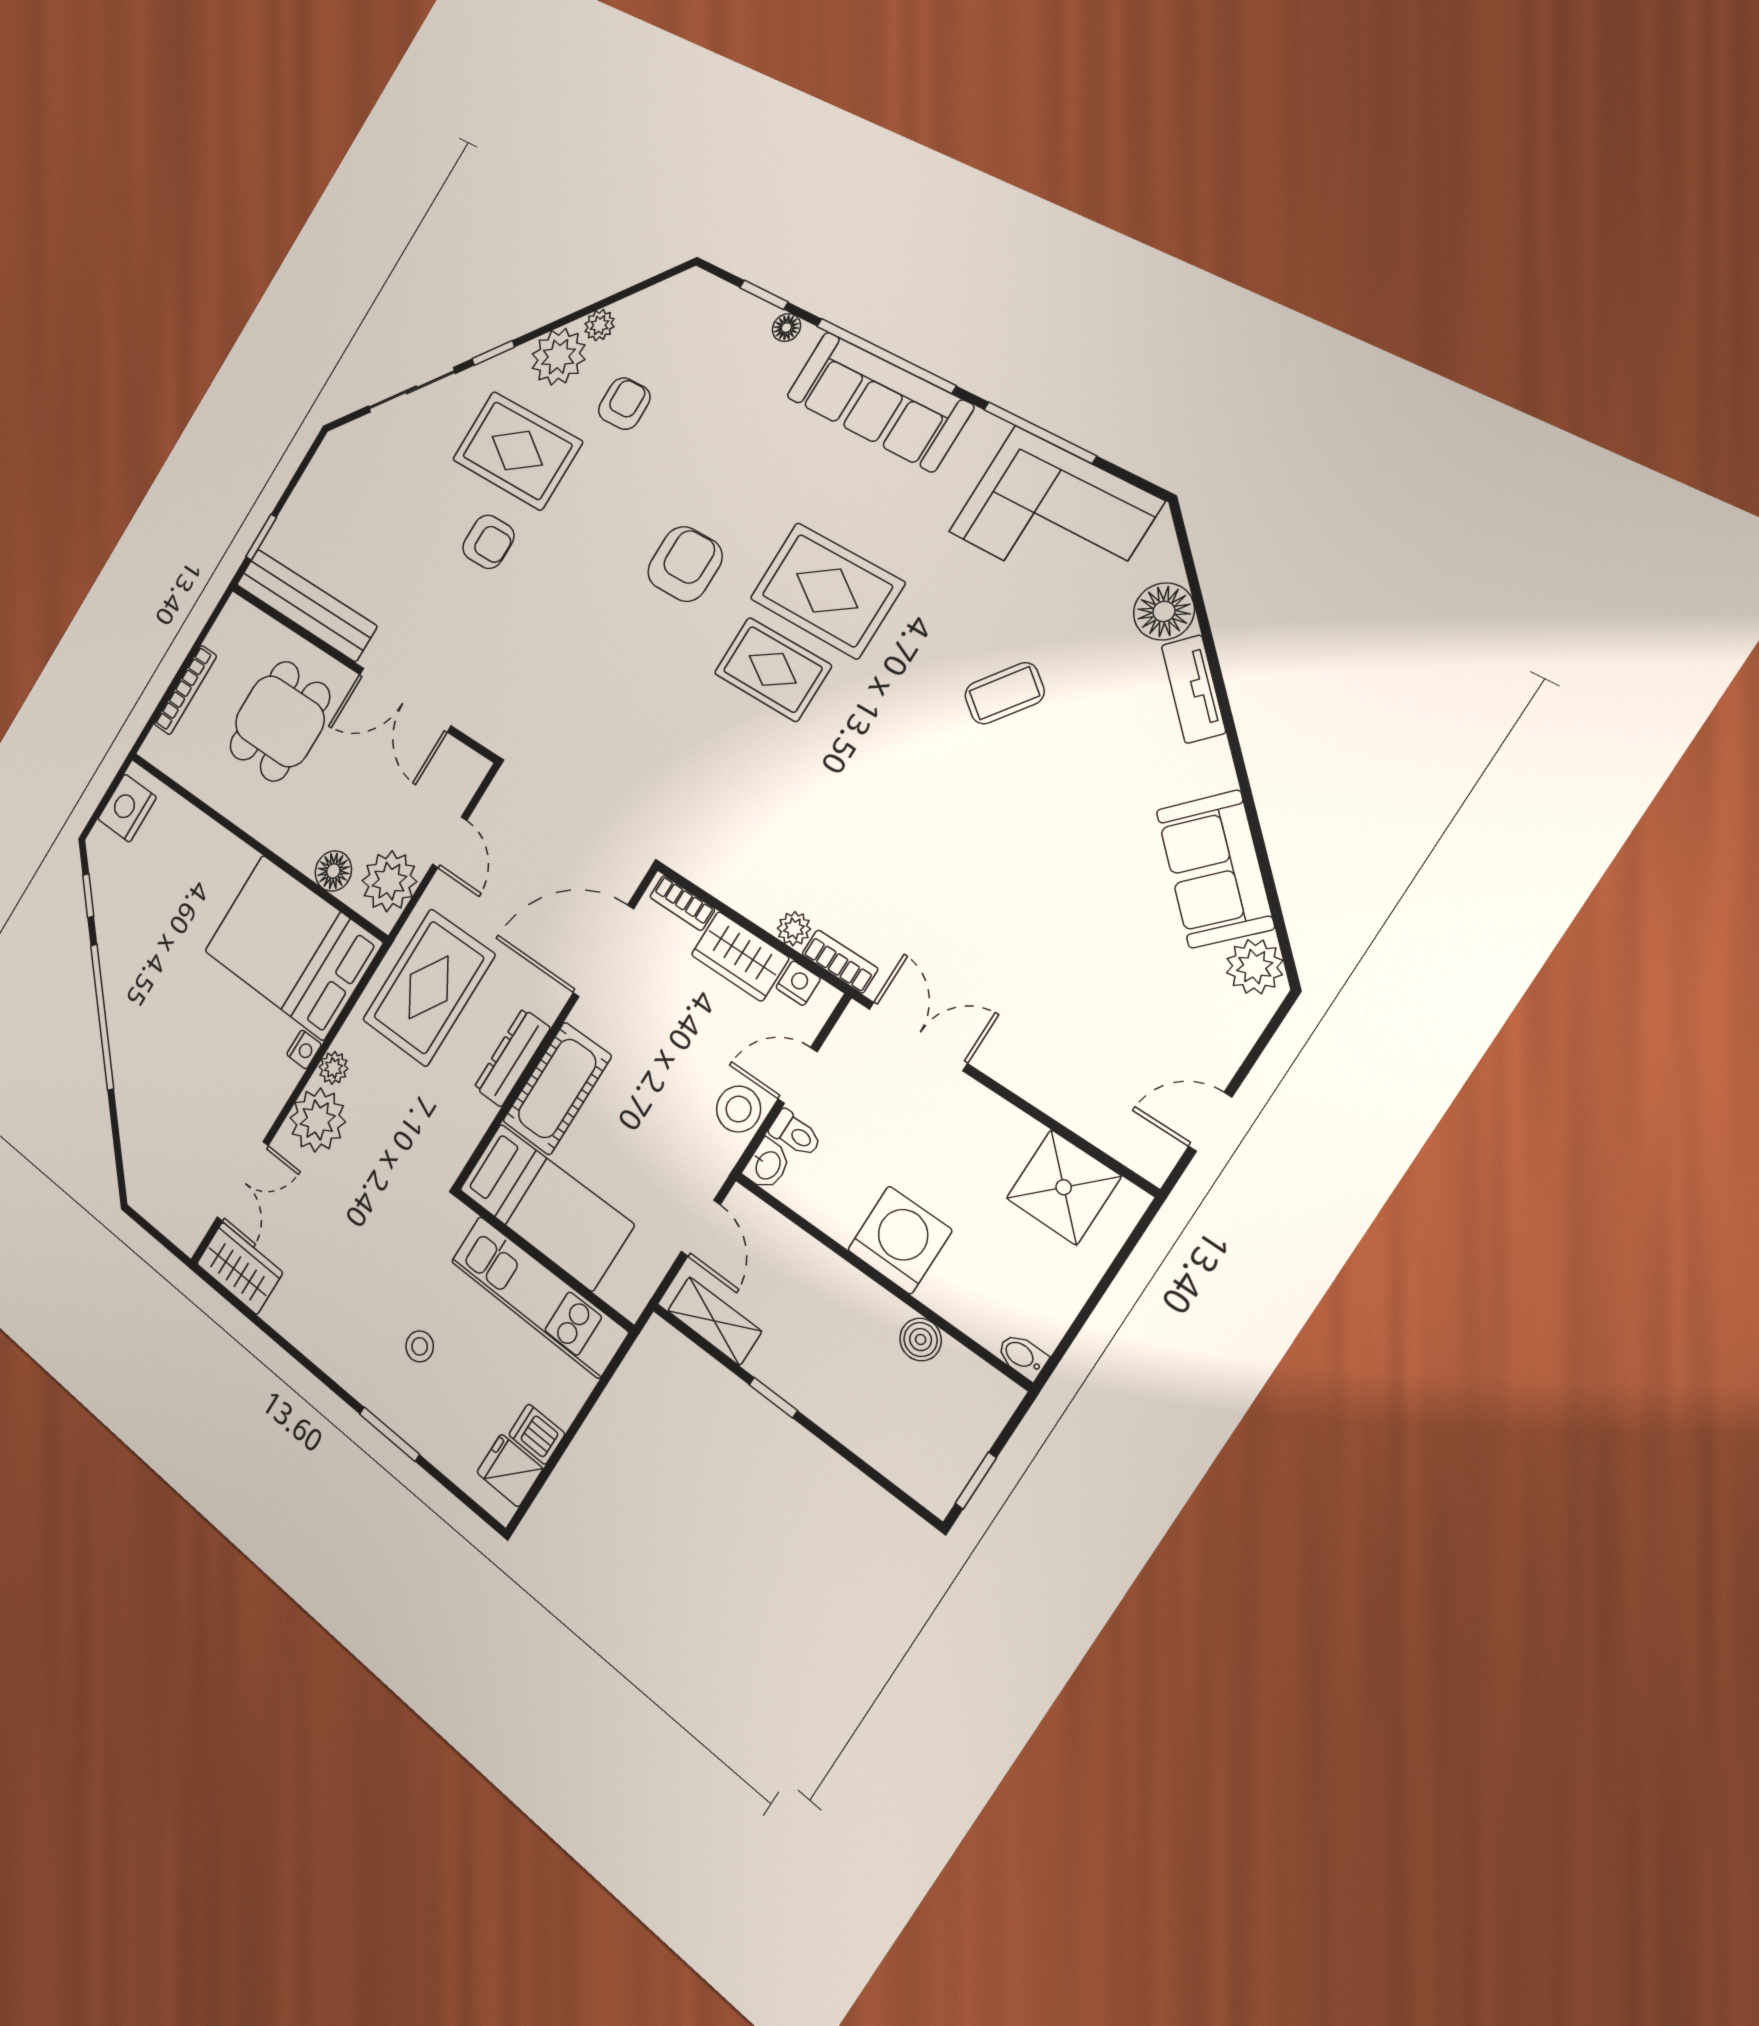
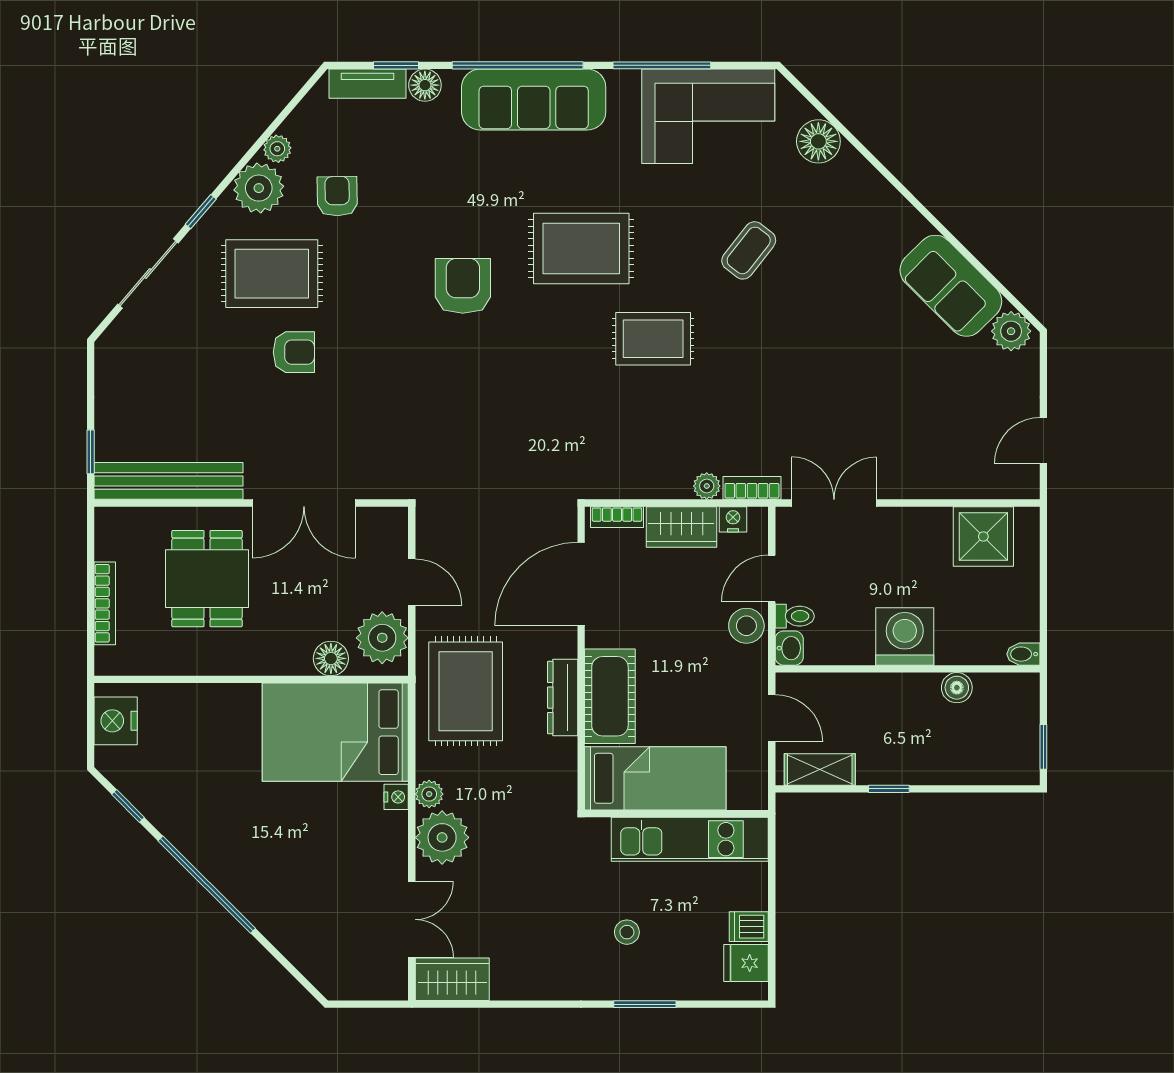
floor lamp: (786, 328) -> (425, 85), width x1.37, depth x1.37
rug: (773, 669) -> (653, 339), moved
tv unit: (1193, 689) -> (368, 84), moved, turned -45

